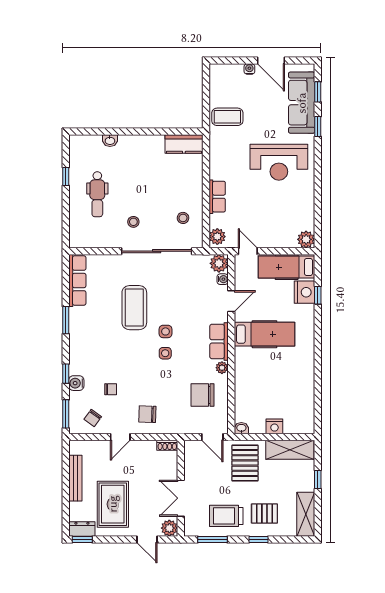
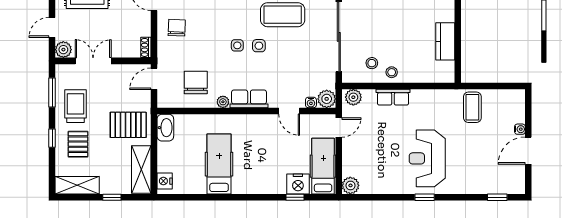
sofa: (302, 103) -> (487, 181), removed
window: (318, 127) -> (425, 197), moved
kitchen counter: (184, 144) -> (445, 41), moved
stool: (133, 222) -> (392, 72), moved
hospital bed: (265, 334) -> (219, 164), moved, turned 180
nightstand: (274, 426) -> (165, 181), moved
washbasin: (241, 428) -> (165, 128), width x1.91, depth x1.45
door: (212, 437) -> (154, 79), moved

